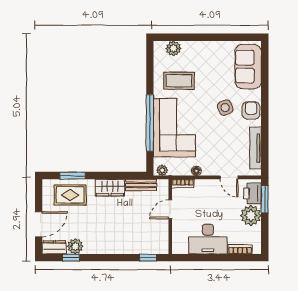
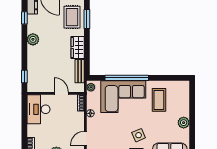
plant: (173, 48) -> (184, 123), moved
desk: (208, 239) -> (38, 109), moved
plant: (75, 246) -> (33, 39), moved

